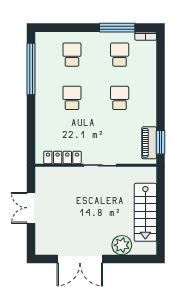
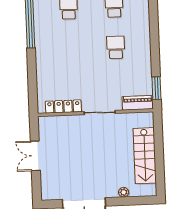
school desk: (72, 98) -> (70, 49), removed
piano: (149, 143) -> (138, 103), moved, turned 90
plant: (122, 245) -> (124, 192), width x0.53, depth x0.53

